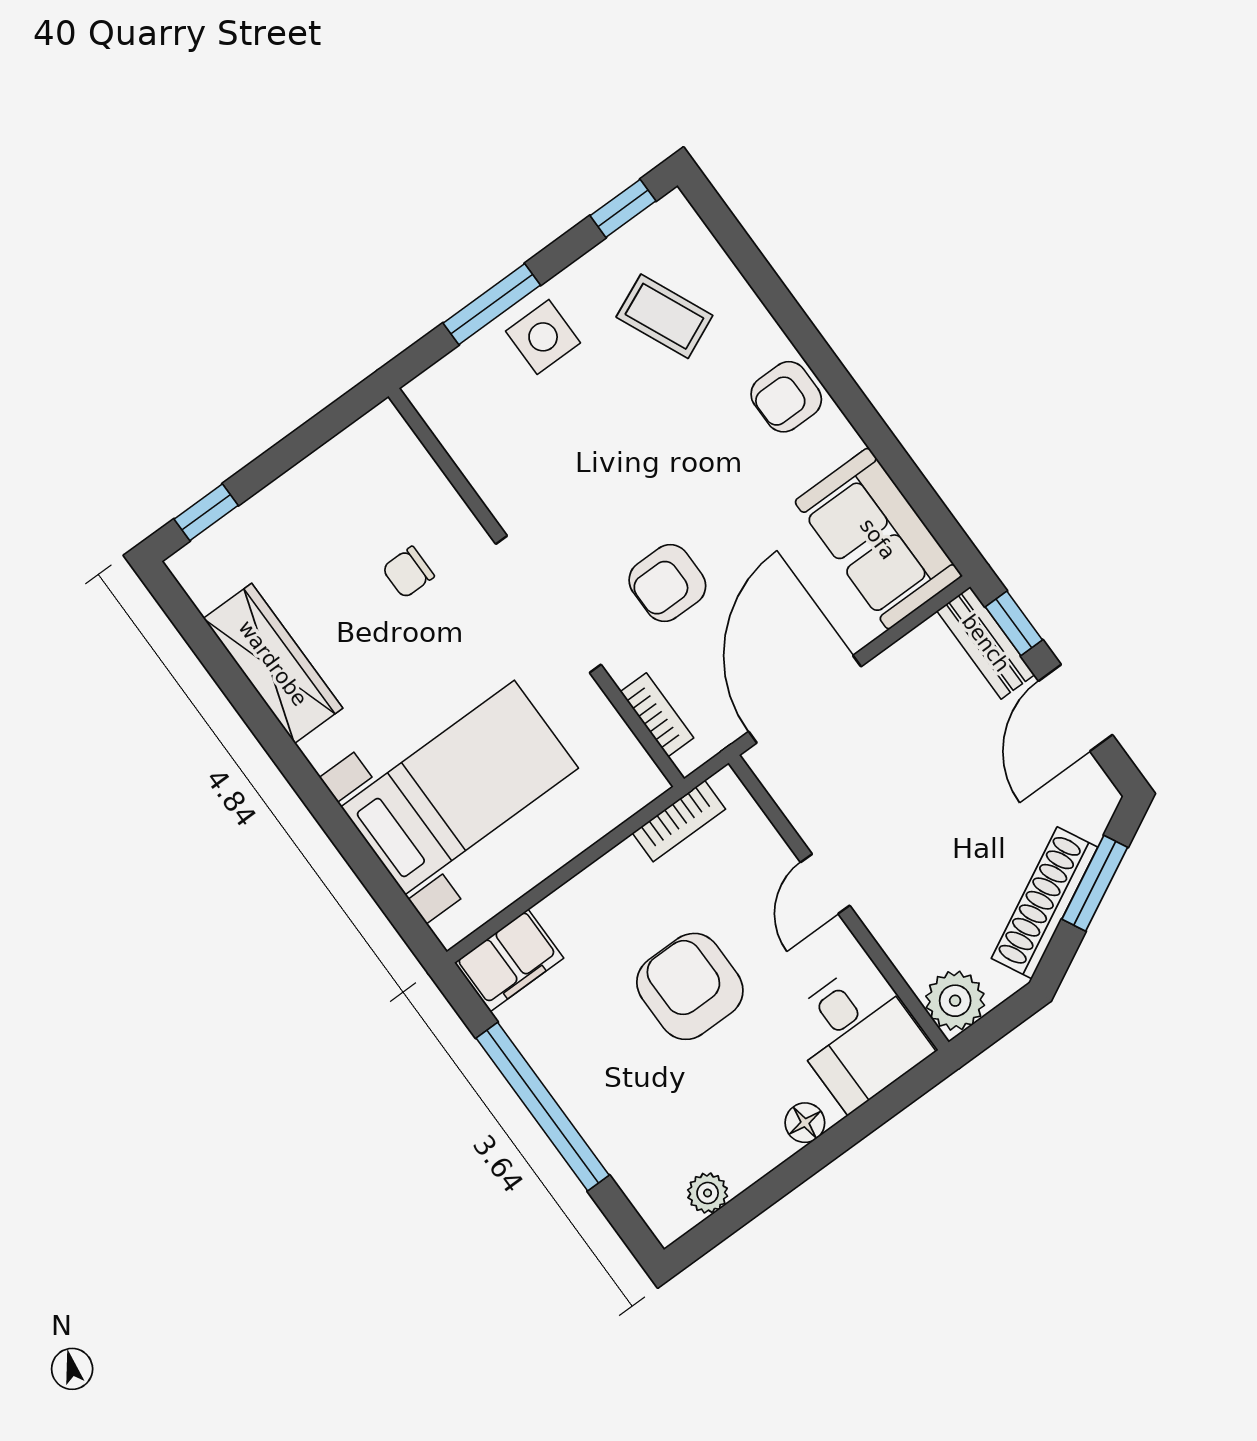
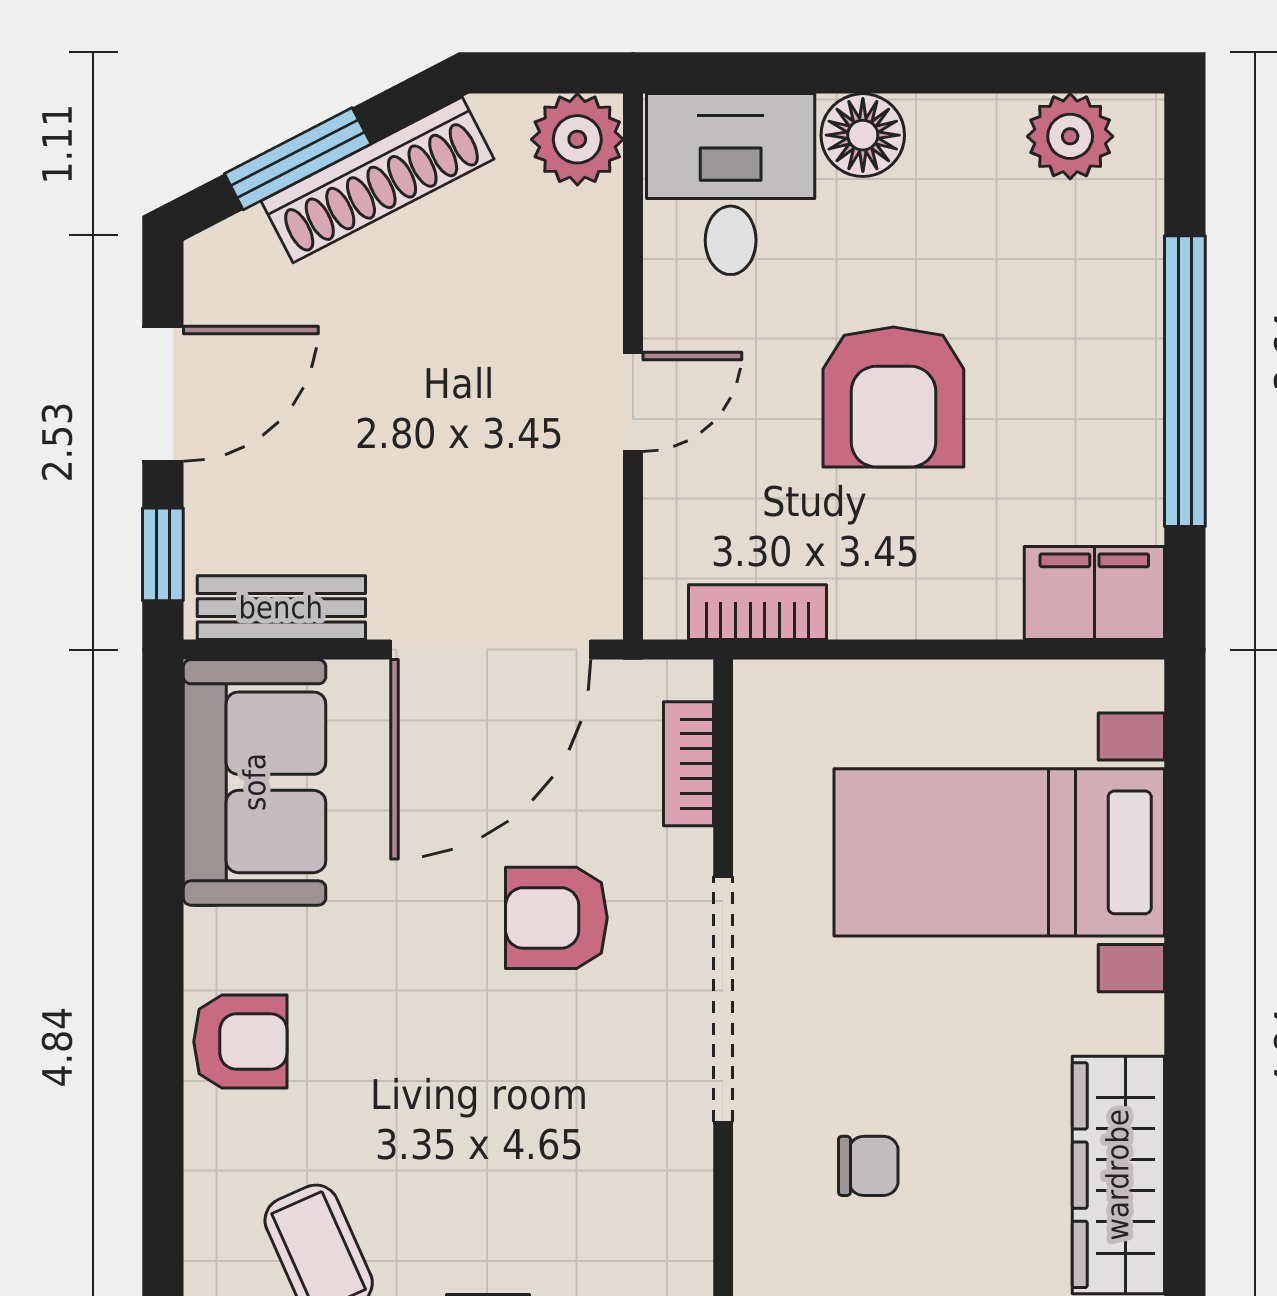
armchair: (667, 583) -> (556, 918), turned 180
bench: (986, 643) -> (281, 608), moved, turned 90
floor lamp: (805, 1123) -> (863, 135), width x1.37, depth x1.37
plant: (708, 1193) -> (1070, 136), width x1.38, depth x1.38

